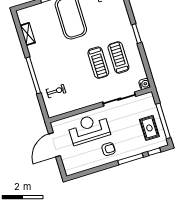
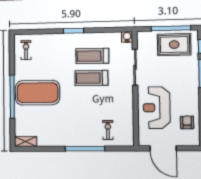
shelving: (28, 34) -> (26, 142), moved
treadmill: (98, 63) -> (91, 78), turned 180
rug: (149, 128) -> (174, 45), width x1.36, depth x1.43
armchair: (108, 149) -> (187, 122), moved

